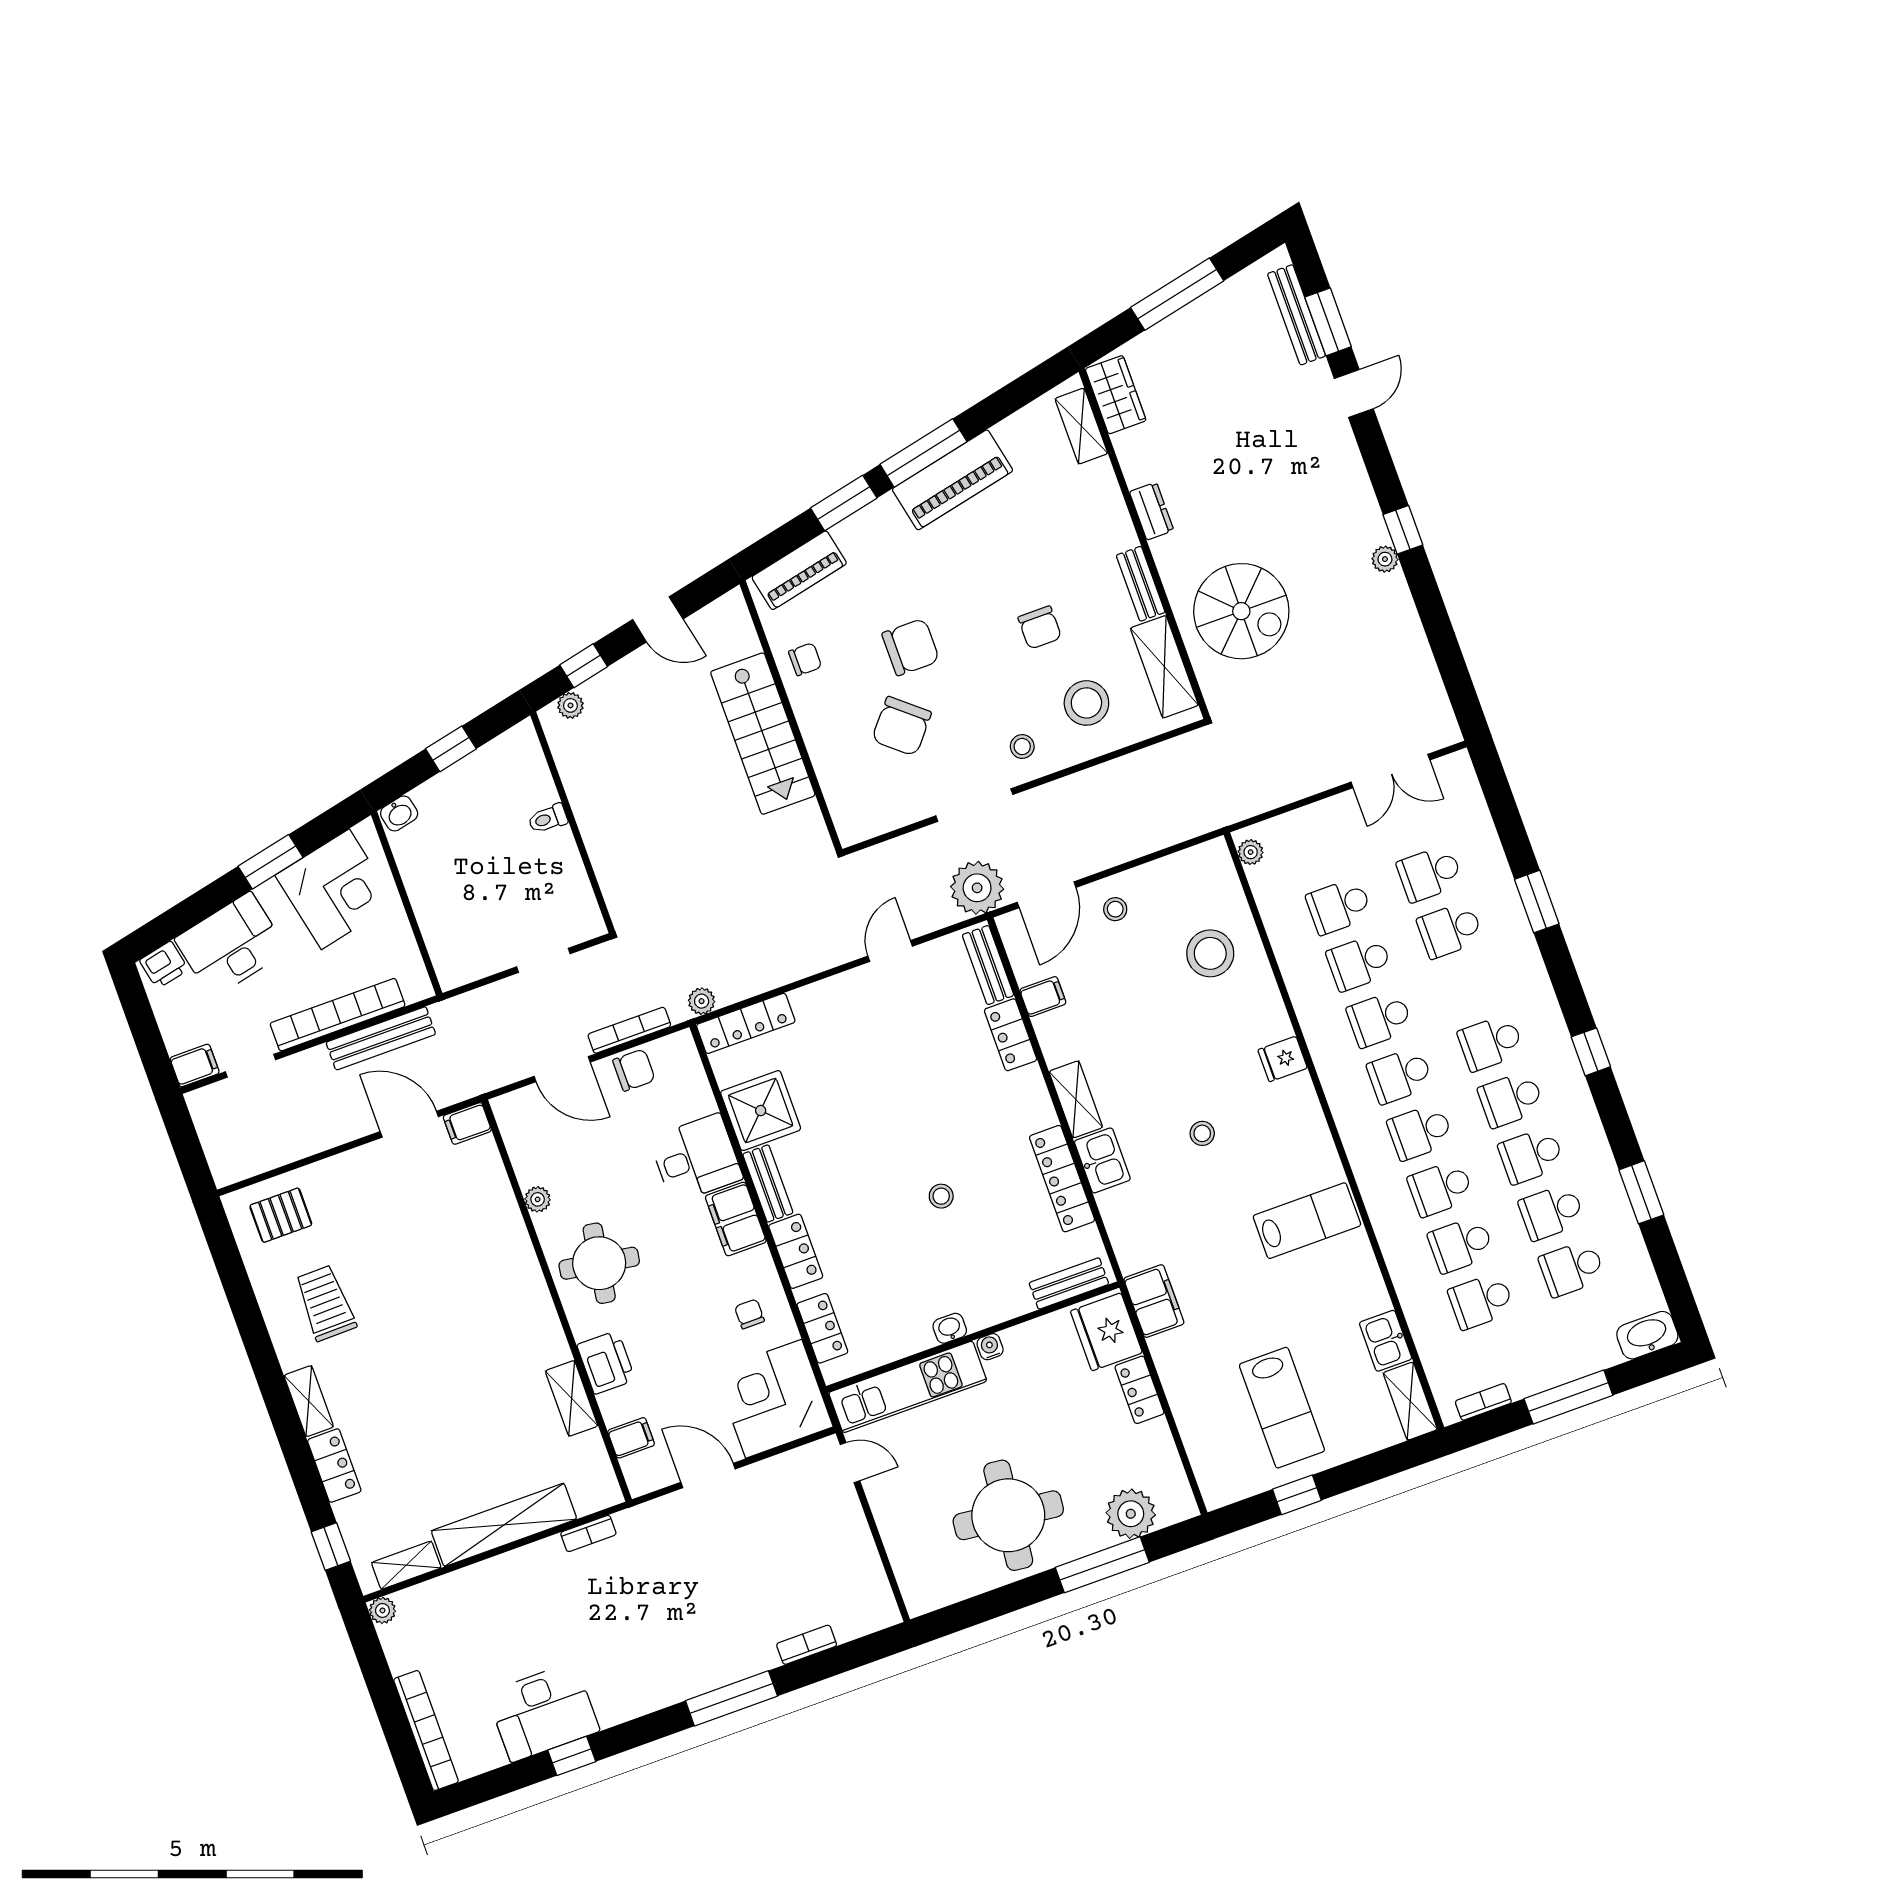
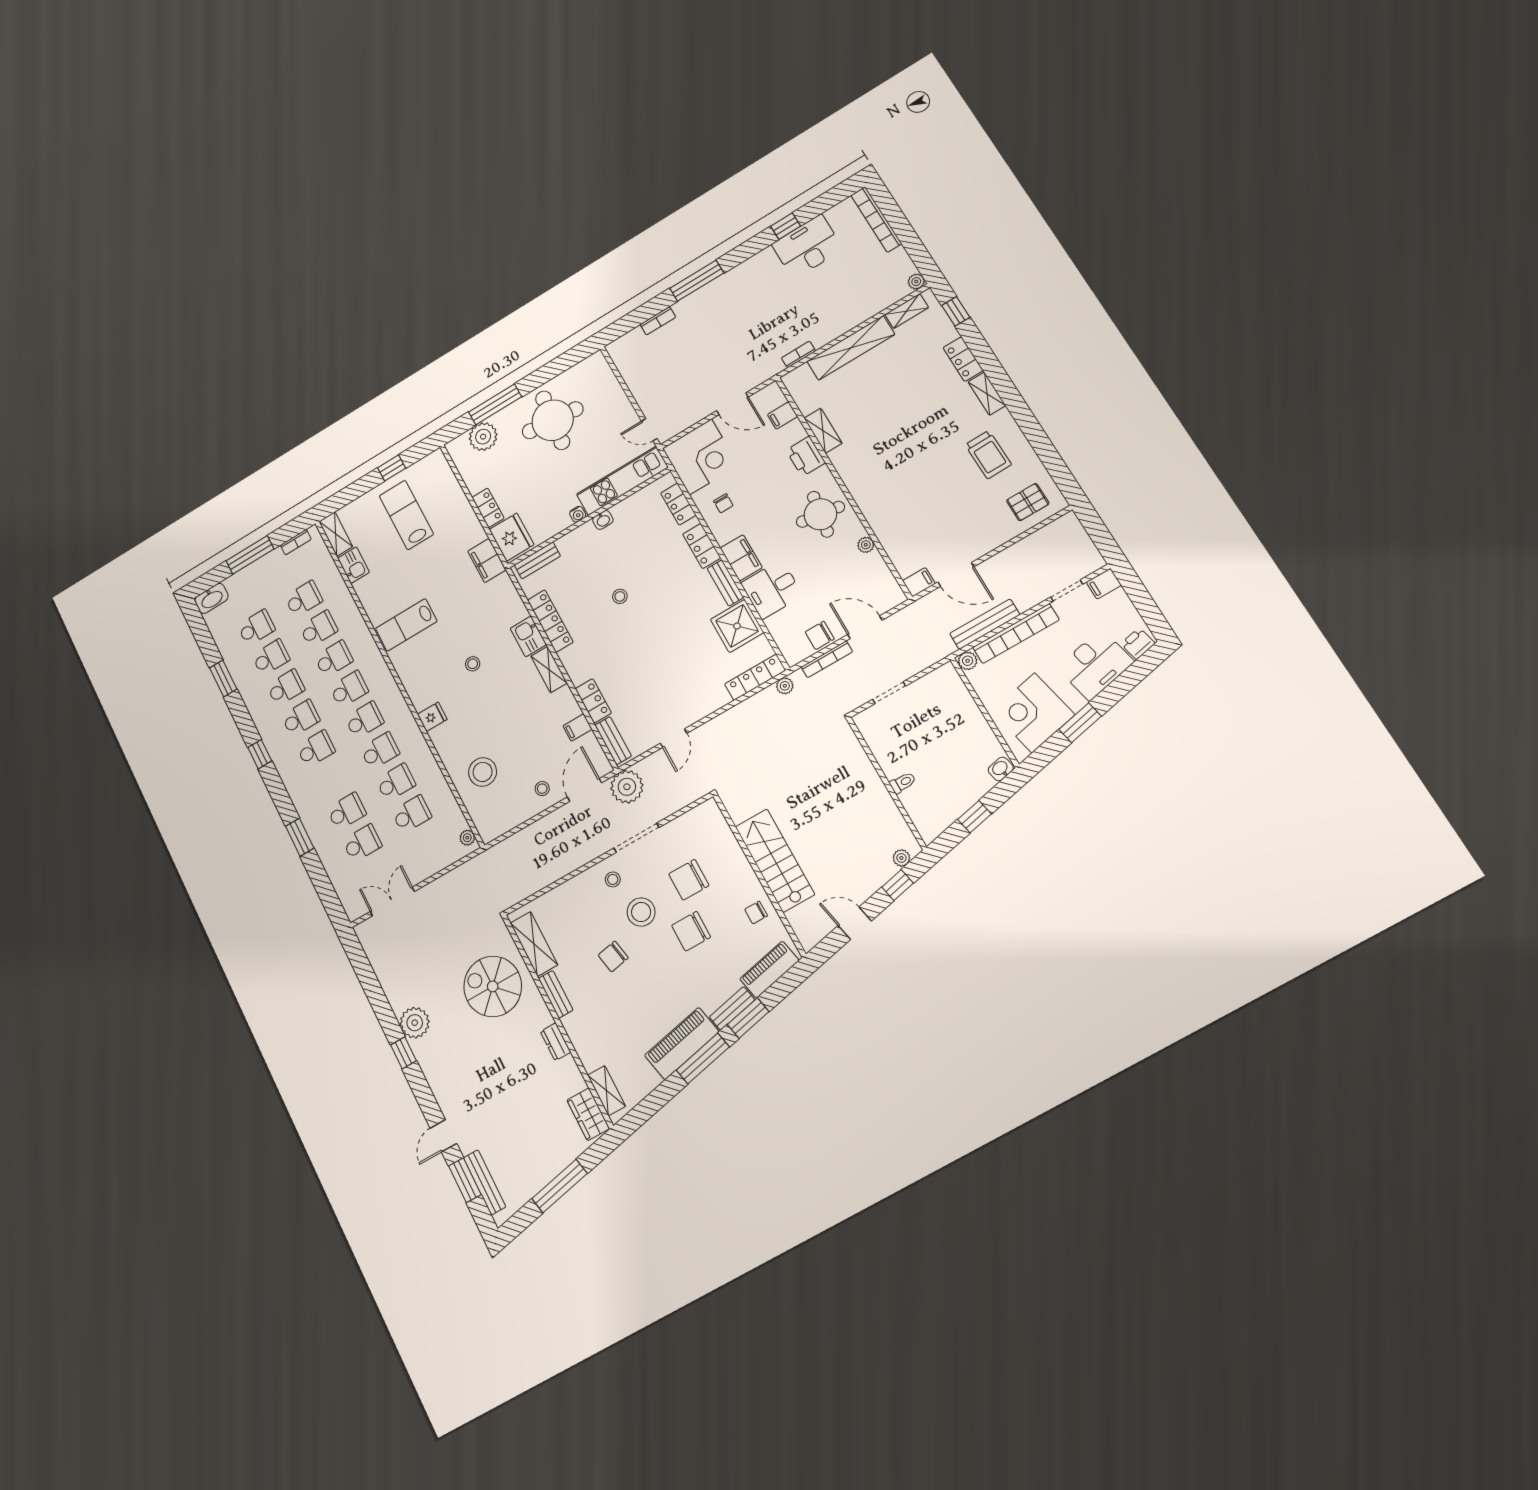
bench: (866, 521) -> (732, 1008), added
plant: (1385, 559) -> (415, 1023), width x1.87, depth x1.87
chair: (1040, 628) -> (613, 957), turned -101
stool: (1086, 703) -> (641, 912), moved
chair: (902, 726) -> (689, 880), turned -130
plant: (417, 987) -> (968, 661), added

